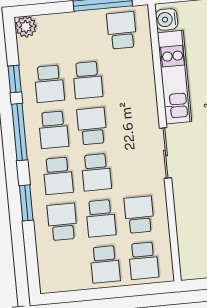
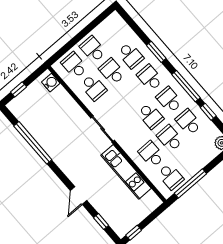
water cooler: (167, 19) -> (51, 83), moved
school desk: (96, 172) -> (151, 154), moved

